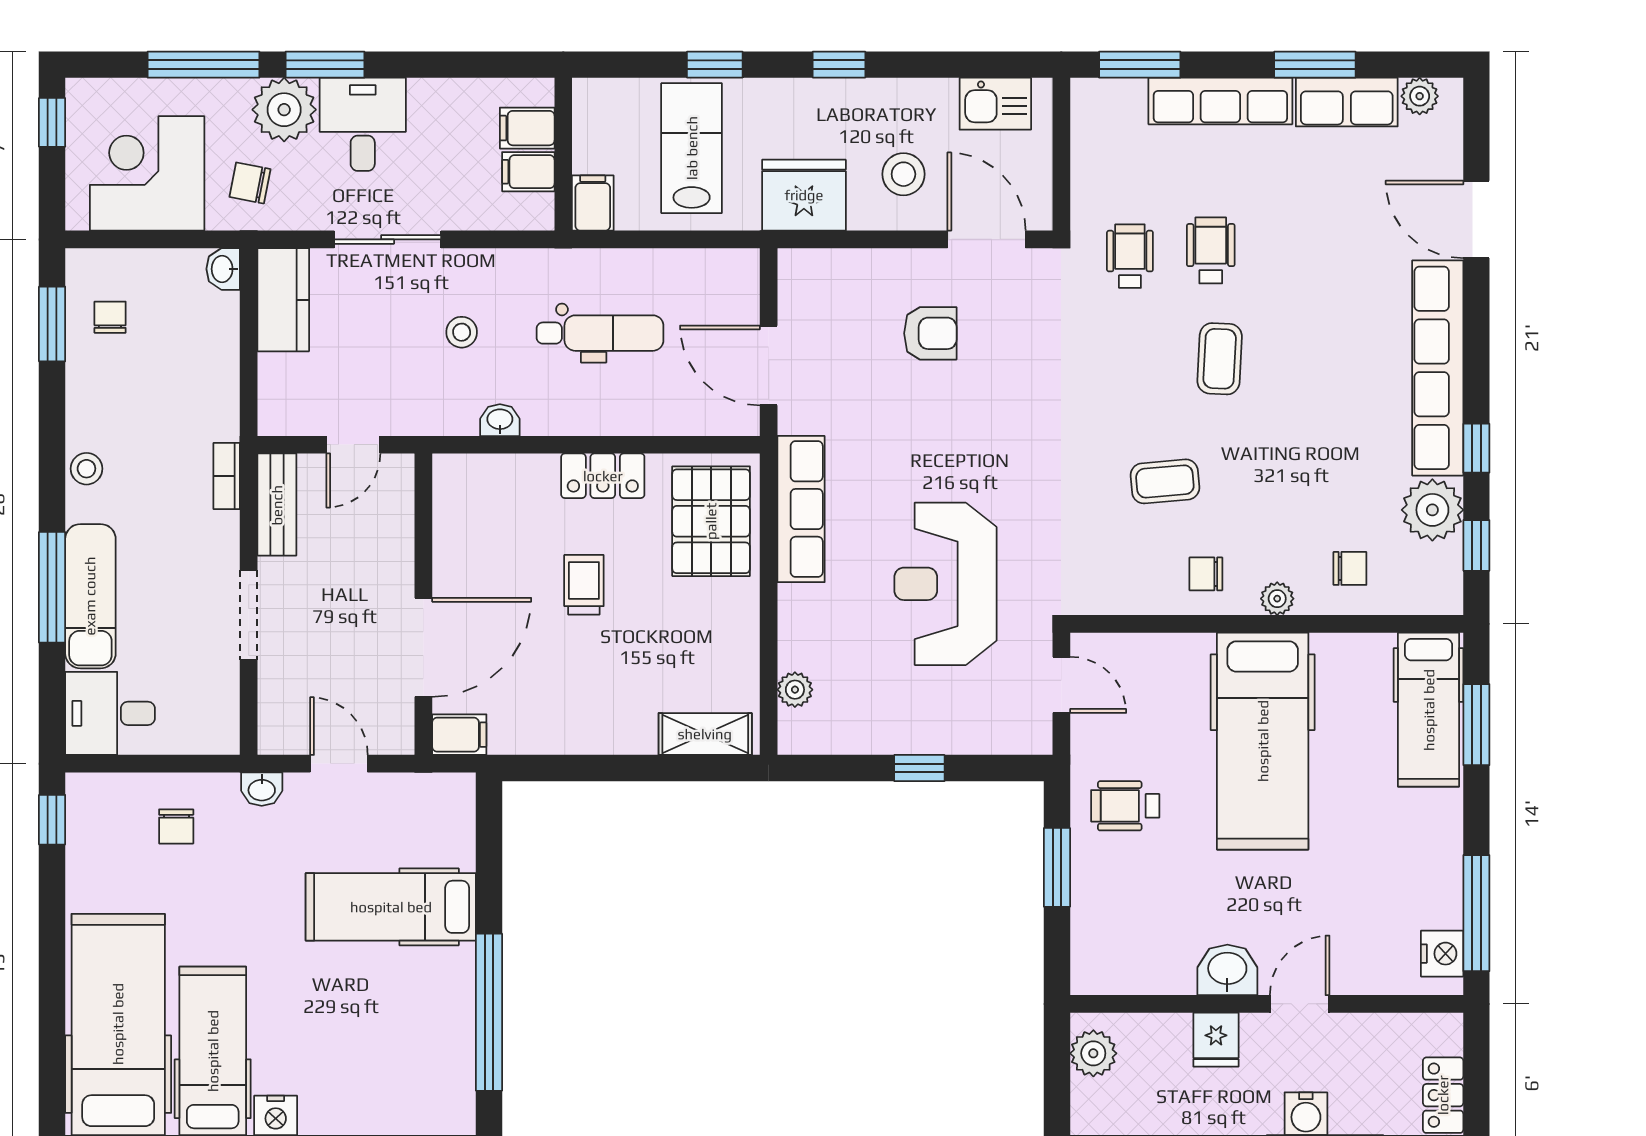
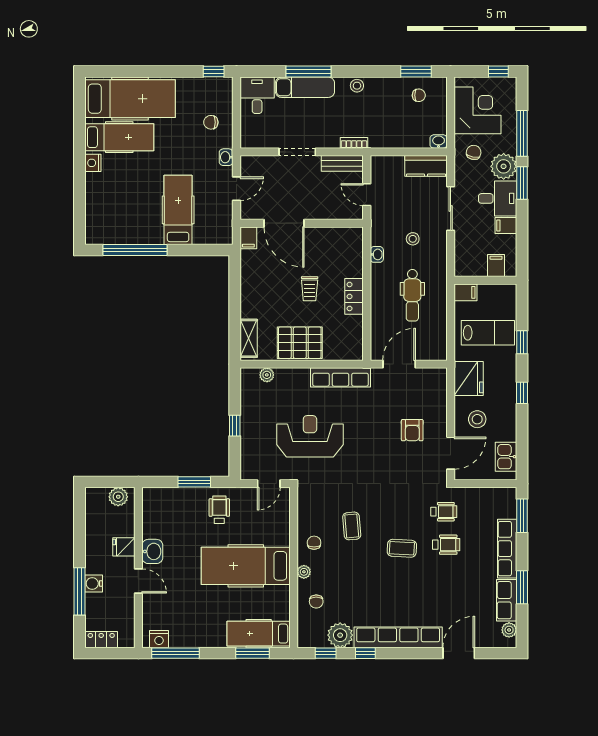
filing cabinet: (528, 172) -> (506, 226), moved, turned -90
pallet: (711, 521) -> (300, 343), moved
trolley: (584, 585) -> (310, 289), turned 90

